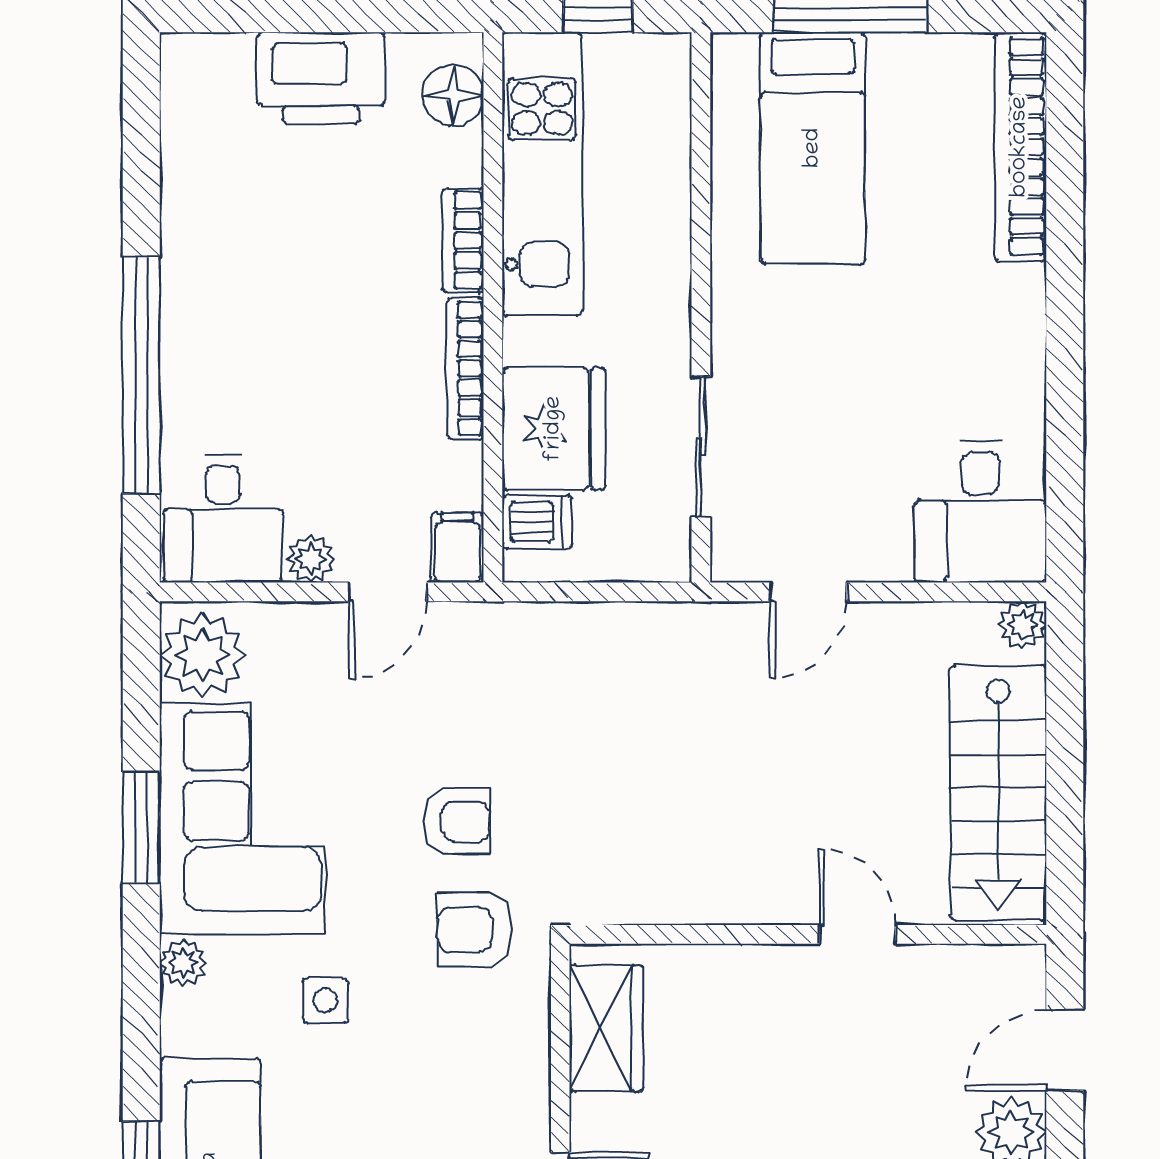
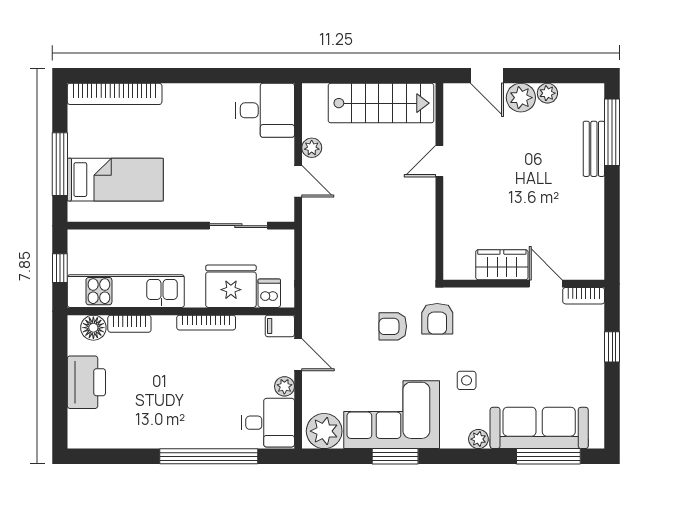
bookcase: (463, 240) -> (129, 324), moved
plant: (1023, 625) -> (312, 148), moved
armchair: (456, 822) -> (393, 326), turned -90
plant: (183, 963) -> (478, 439), moved
wardrobe: (606, 1028) -> (502, 265), moved

